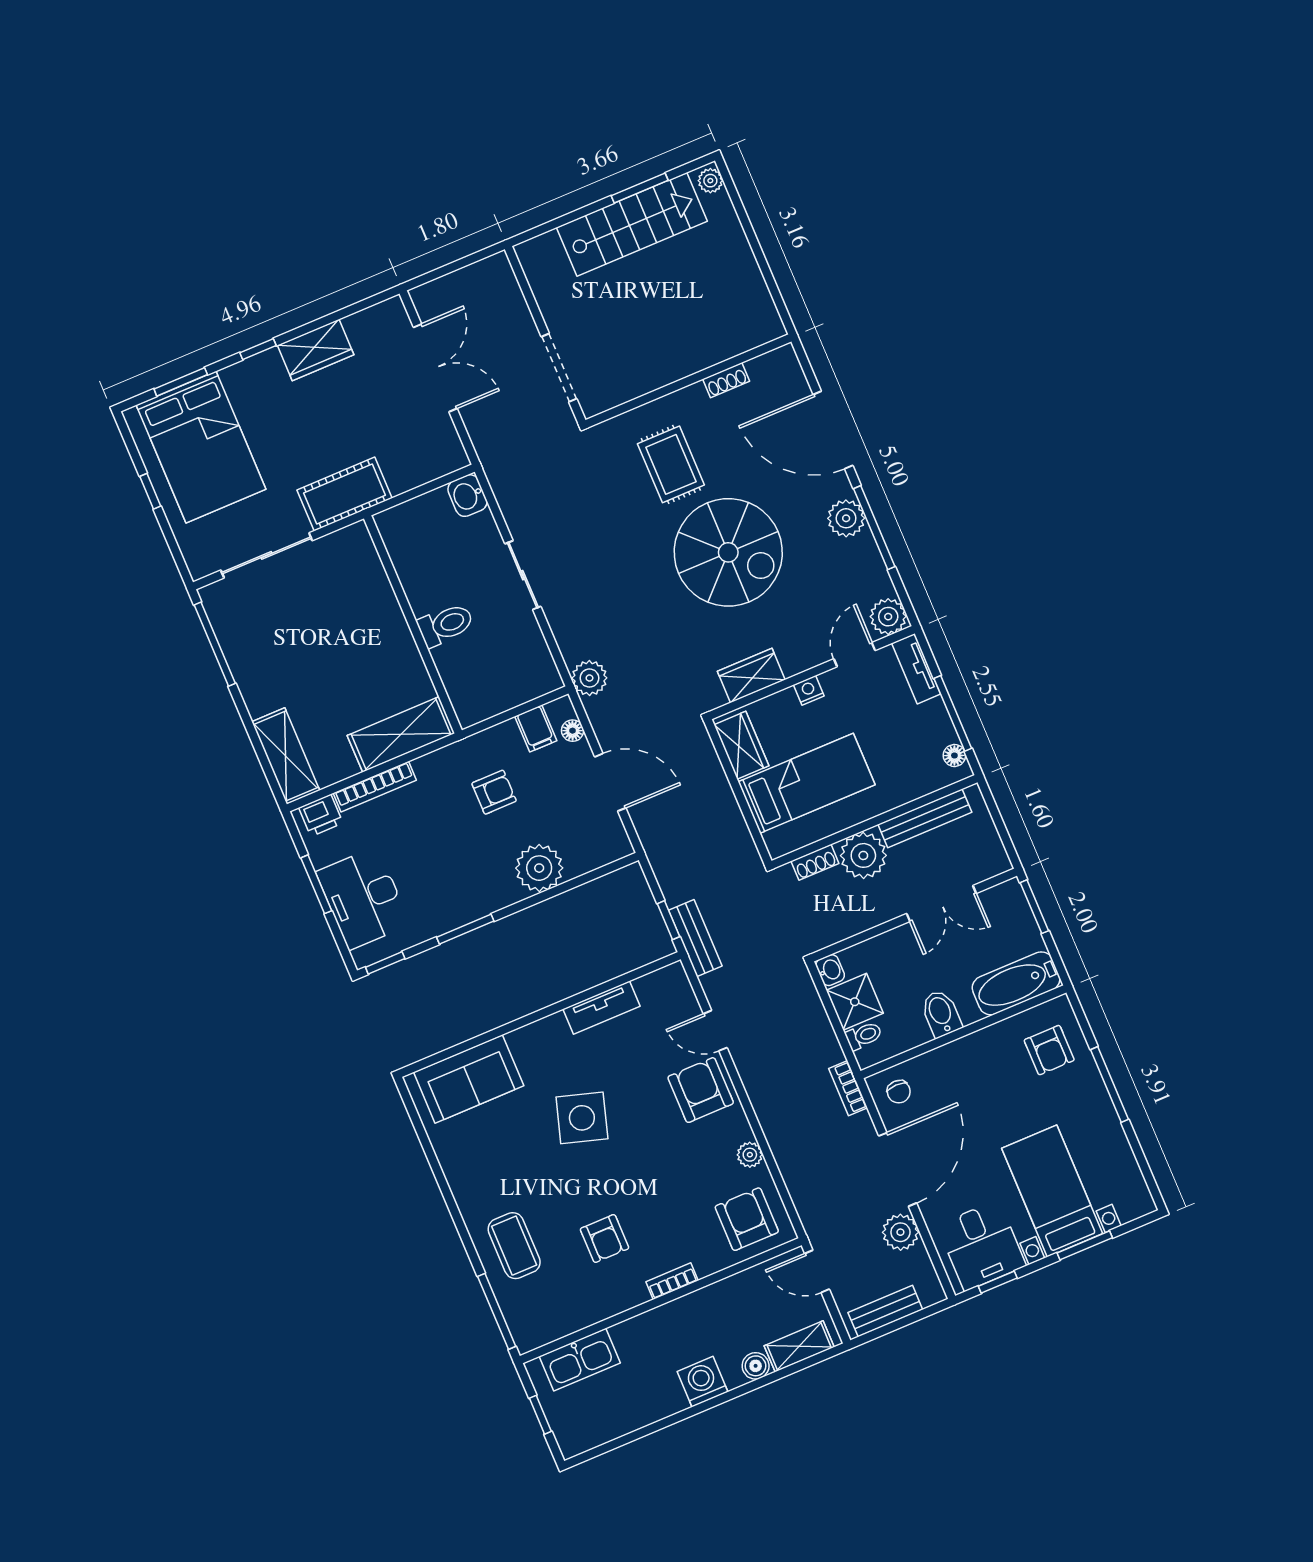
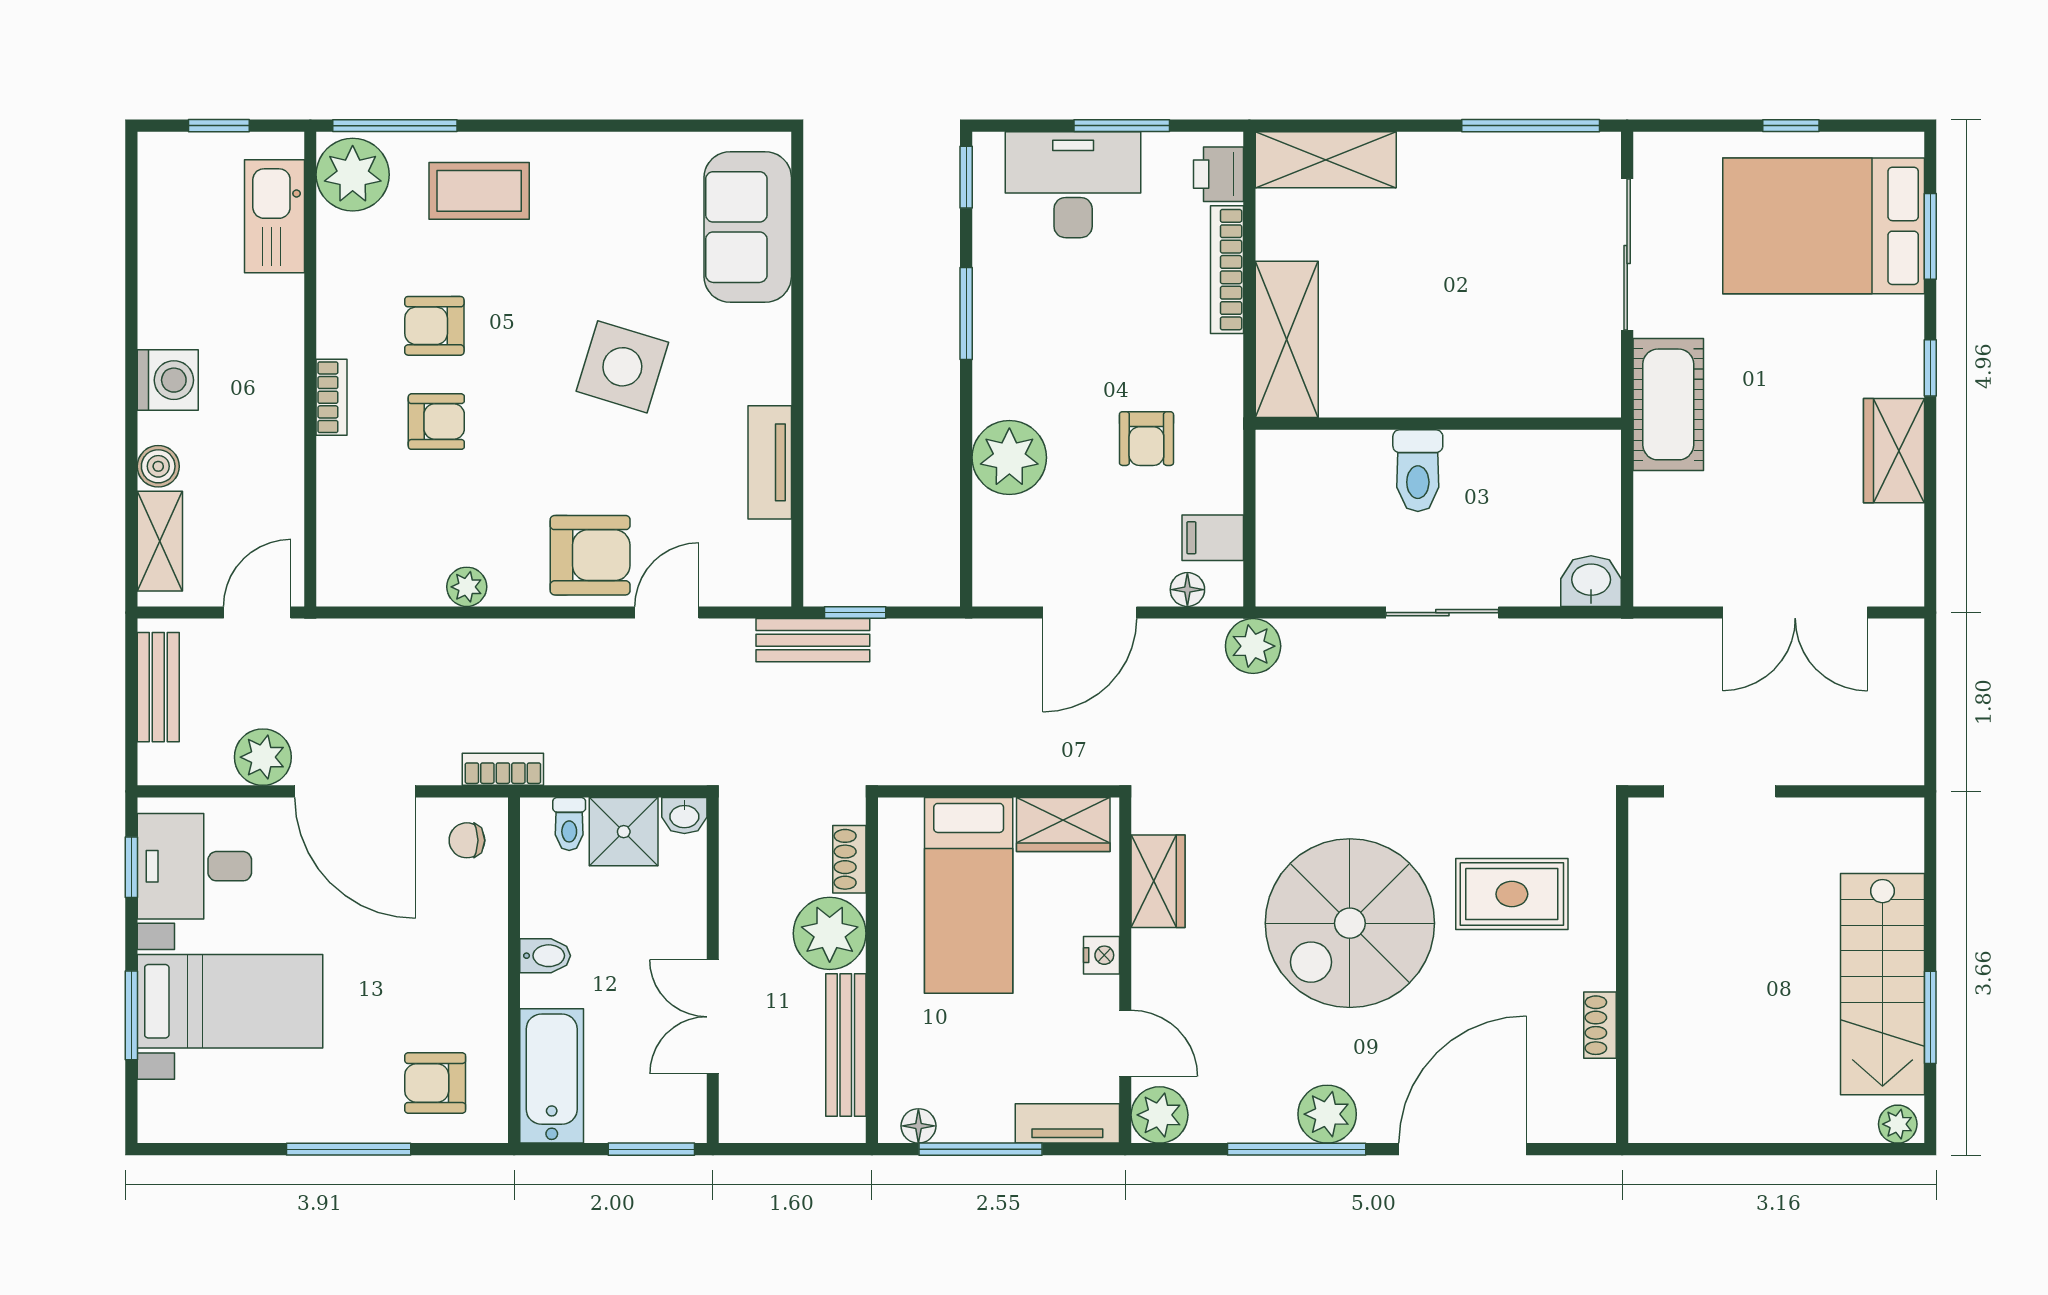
bidet: (941, 1013) -> (545, 956), width x0.72, depth x0.74
armchair: (747, 1219) -> (436, 422), moved, width x0.72, depth x0.72
plant: (536, 1324) -> (353, 175), added

